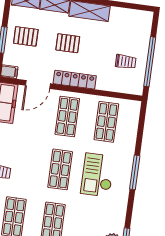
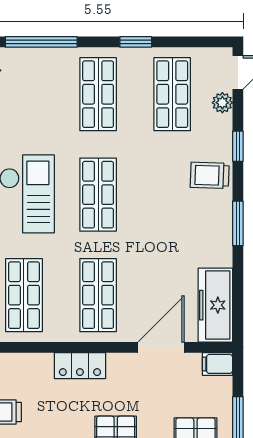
locker: (75, 80) -> (80, 366), width x0.66

